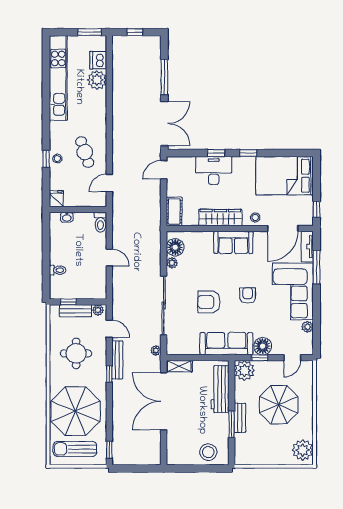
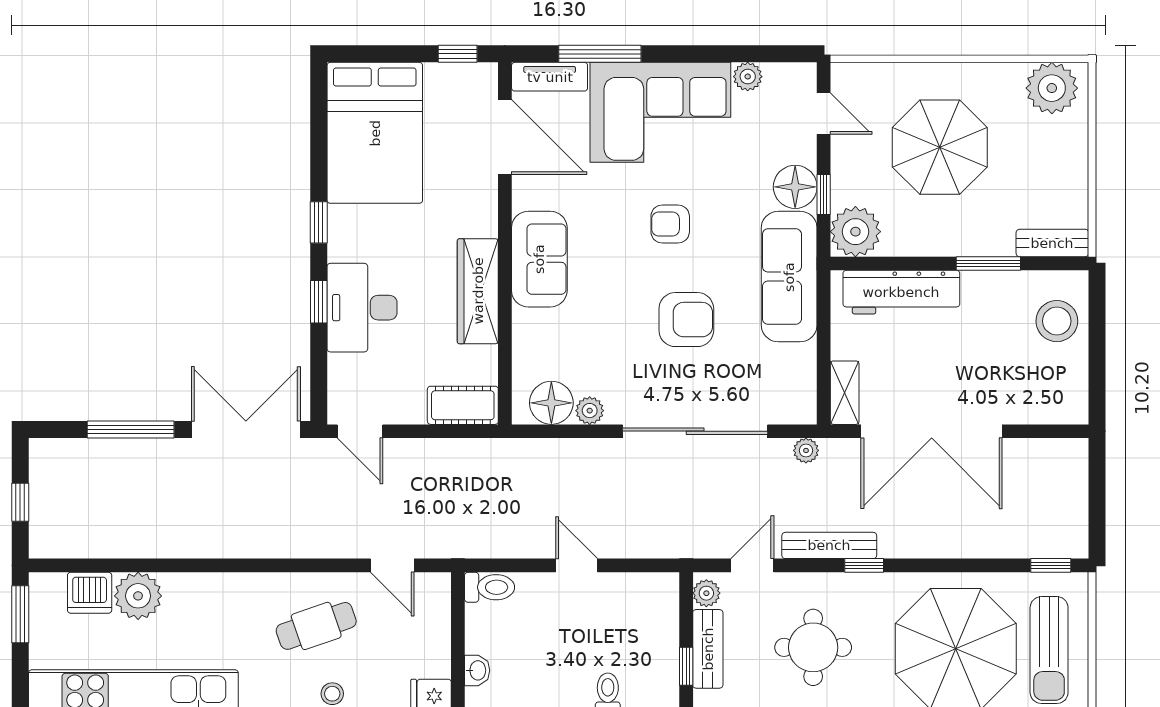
stool: (255, 217) -> (478, 205), removed
door: (109, 258) -> (577, 565), hinge flipped
armchair: (209, 302) -> (686, 320), turned -90
bench: (240, 418) -> (1052, 243), moved

